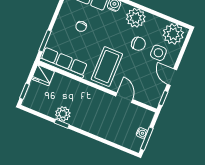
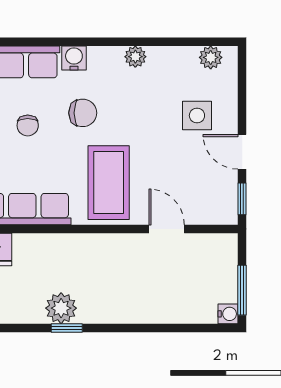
plant: (136, 18) -> (135, 57), width x0.53, depth x0.53
plant: (173, 34) -> (211, 57), width x0.53, depth x0.53
chair: (138, 44) -> (83, 113), moved
water cooler: (142, 133) -> (228, 314), moved

